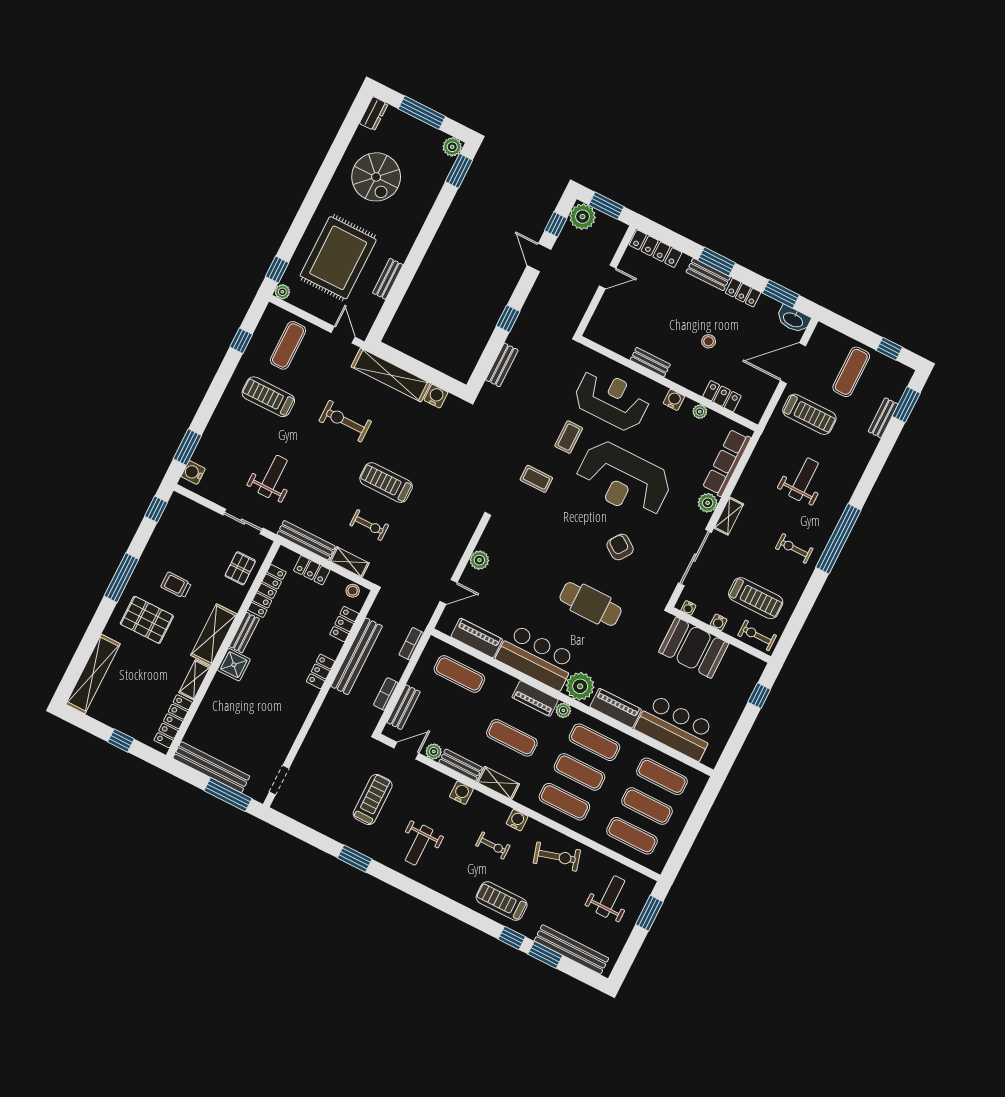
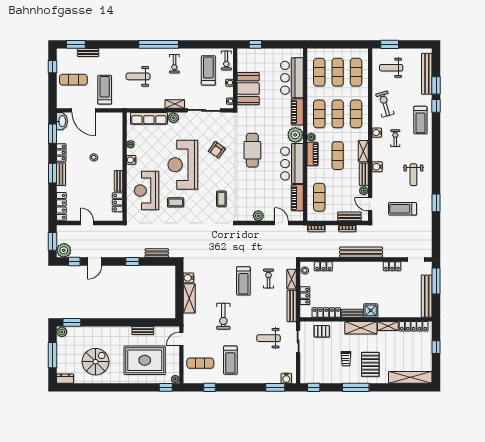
shelving: (391, 375) -> (189, 298), width x0.68
locker: (722, 396) -> (117, 202), moved
coffee table: (536, 479) -> (221, 199), moved
reception desk: (624, 480) -> (183, 165), turned 180
bench: (357, 656) -> (361, 252), moved
locker: (321, 671) -> (392, 266), moved
weight bench: (419, 845) -> (413, 175), turned 90

